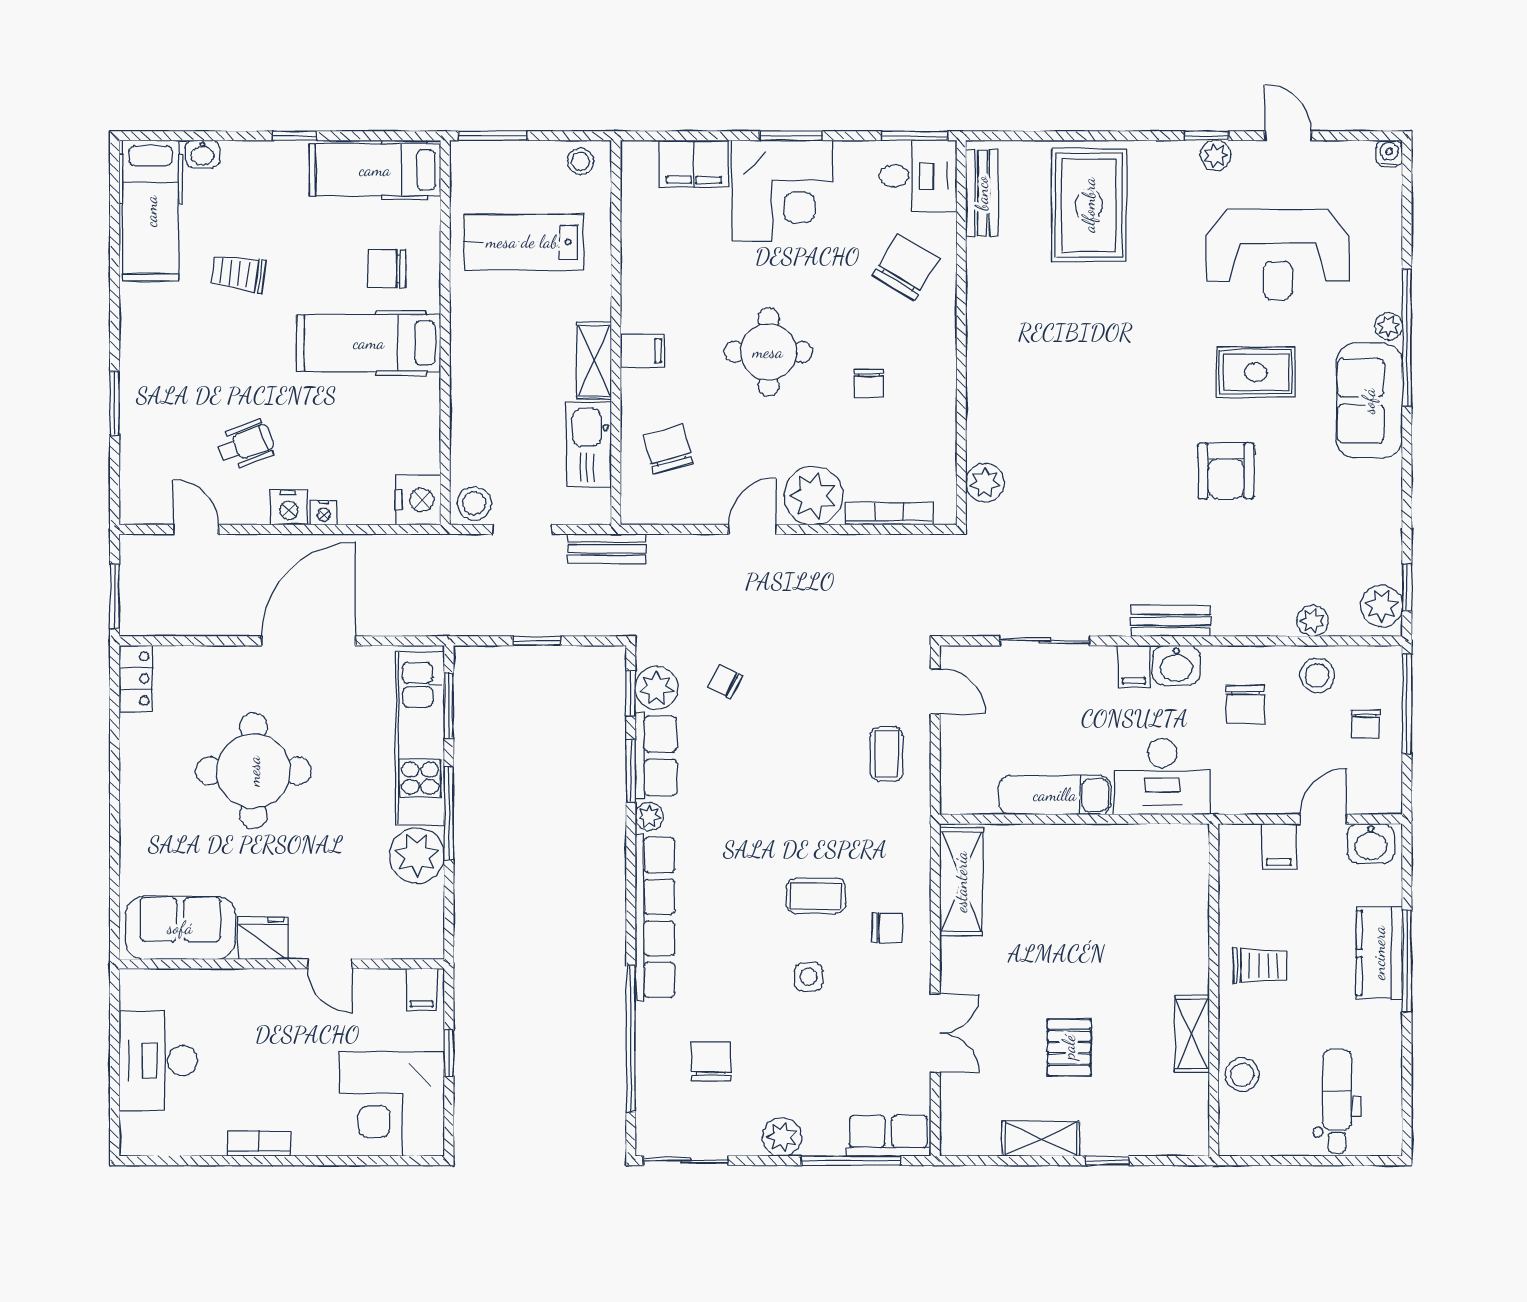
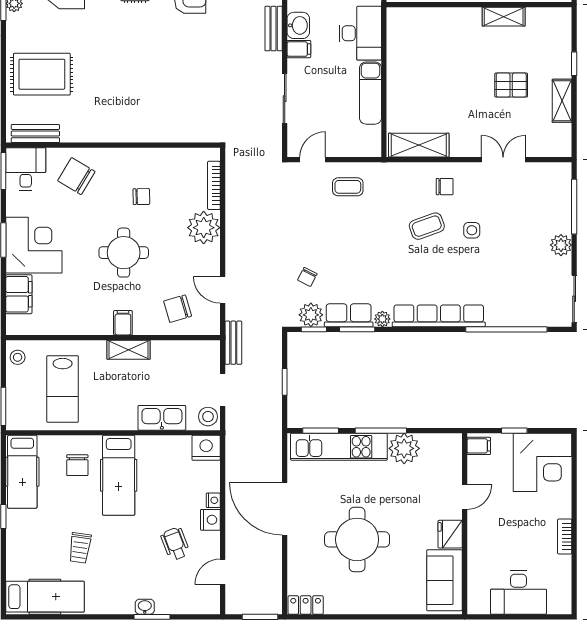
washbasin: (203, 154) -> (145, 607), moved, turned -90
kitchen sink: (589, 445) -> (162, 418), moved, turned 180
plant: (985, 483) -> (197, 132), removed
door: (752, 529) -> (223, 290), moved
coffee table: (816, 896) -> (427, 226), turned 70
chair: (887, 928) -> (445, 187), turned 90
chair: (711, 1062) -> (519, 285), removed
row of seats: (888, 1136) -> (560, 186), removed

